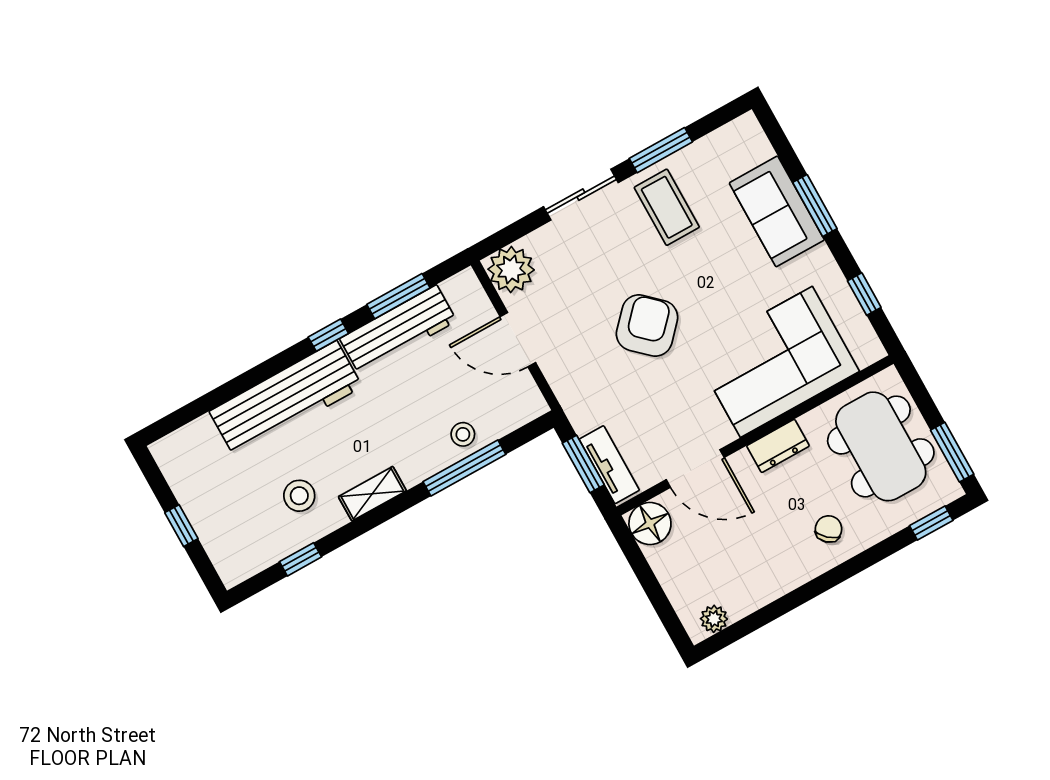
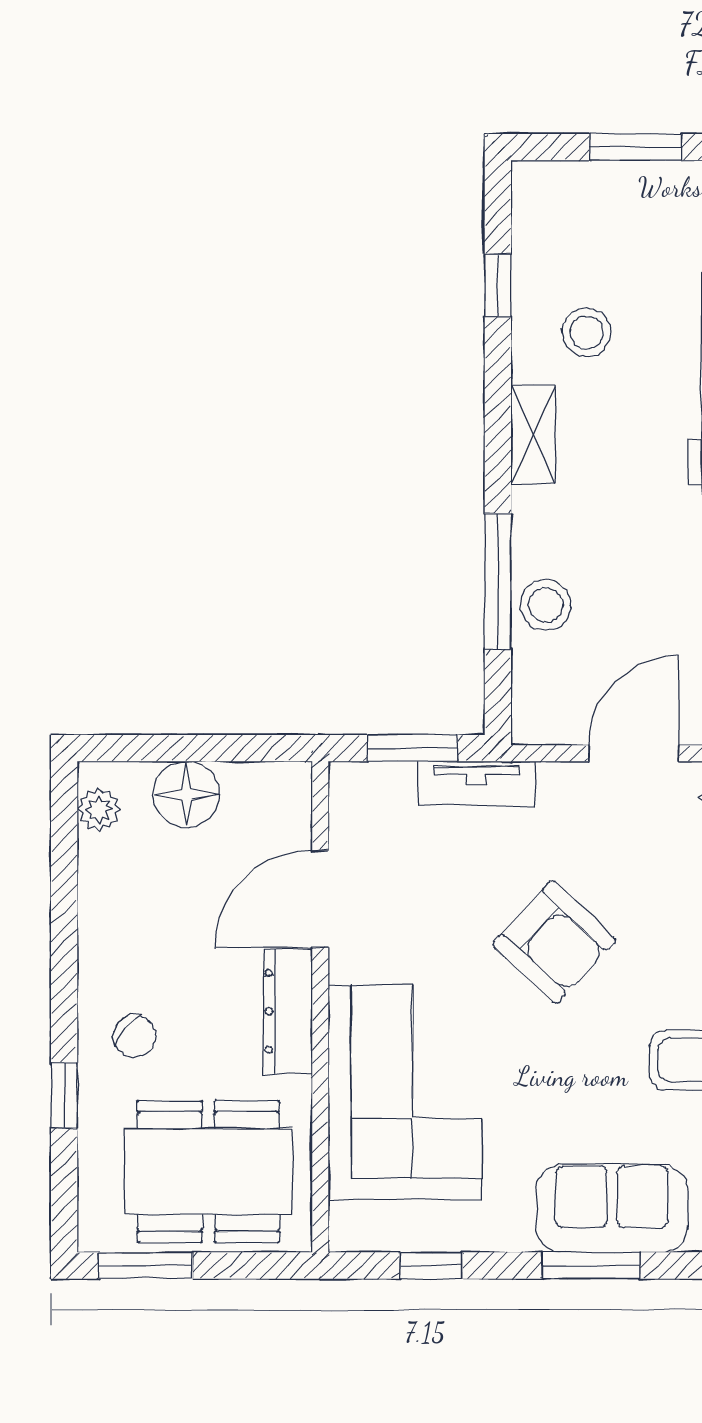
stool: (463, 434) -> (546, 605), width x1.37, depth x1.37
dresser: (778, 446) -> (288, 1011), width x1.44
tv unit: (609, 465) -> (477, 783), moved
window: (931, 523) -> (64, 1095), moved
floor lamp: (650, 524) -> (186, 794), moved
window: (181, 526) -> (636, 147), width x1.50

